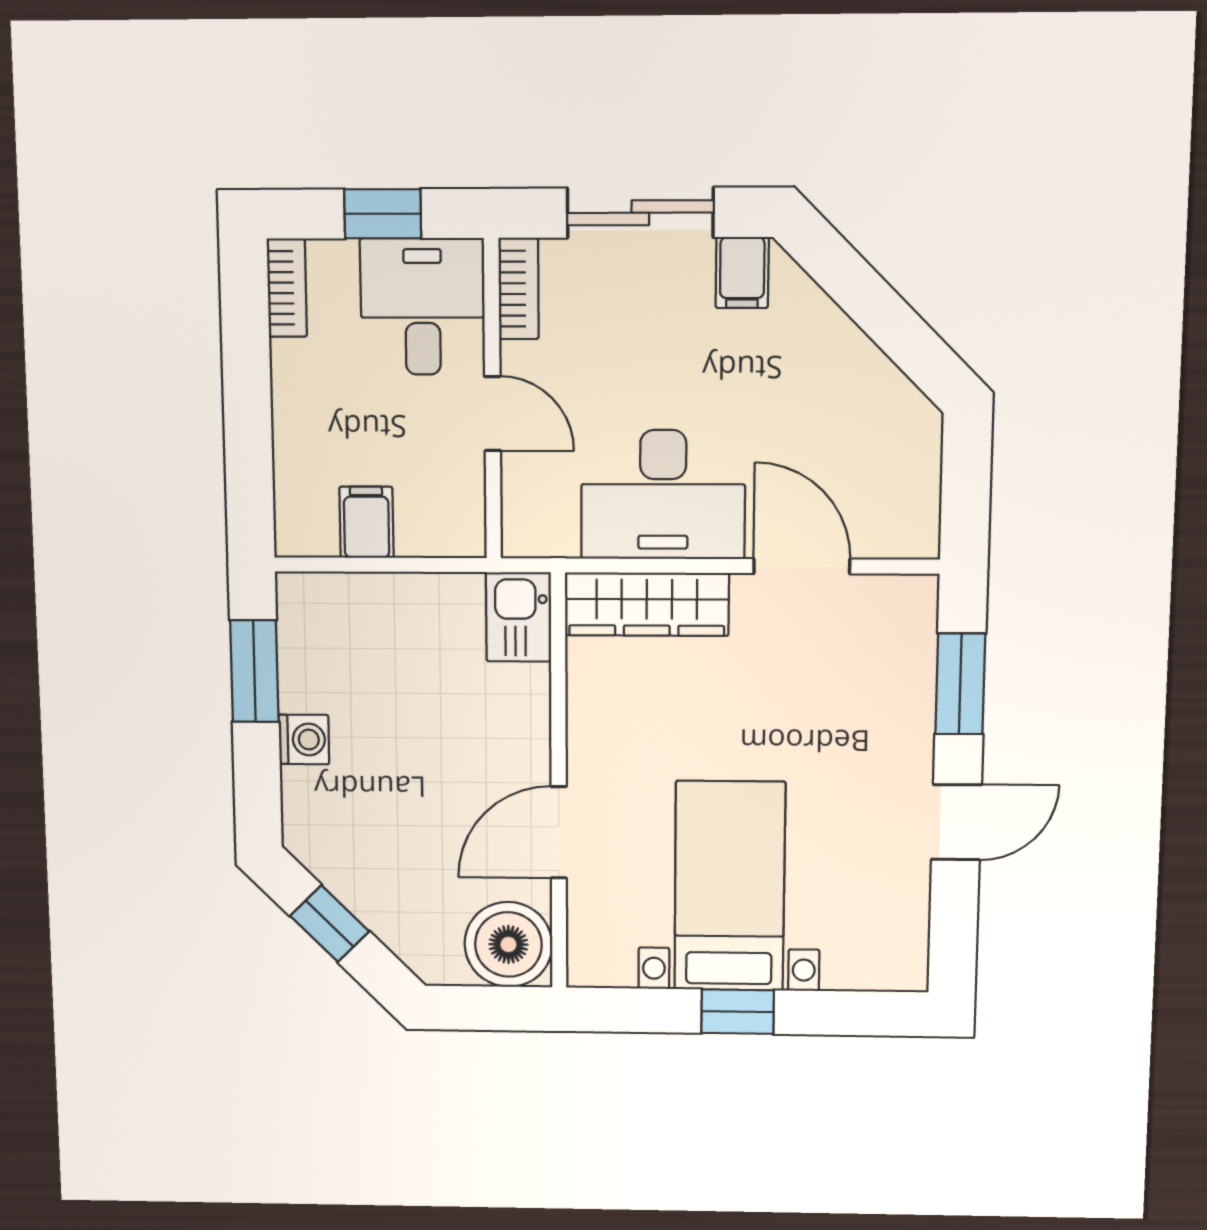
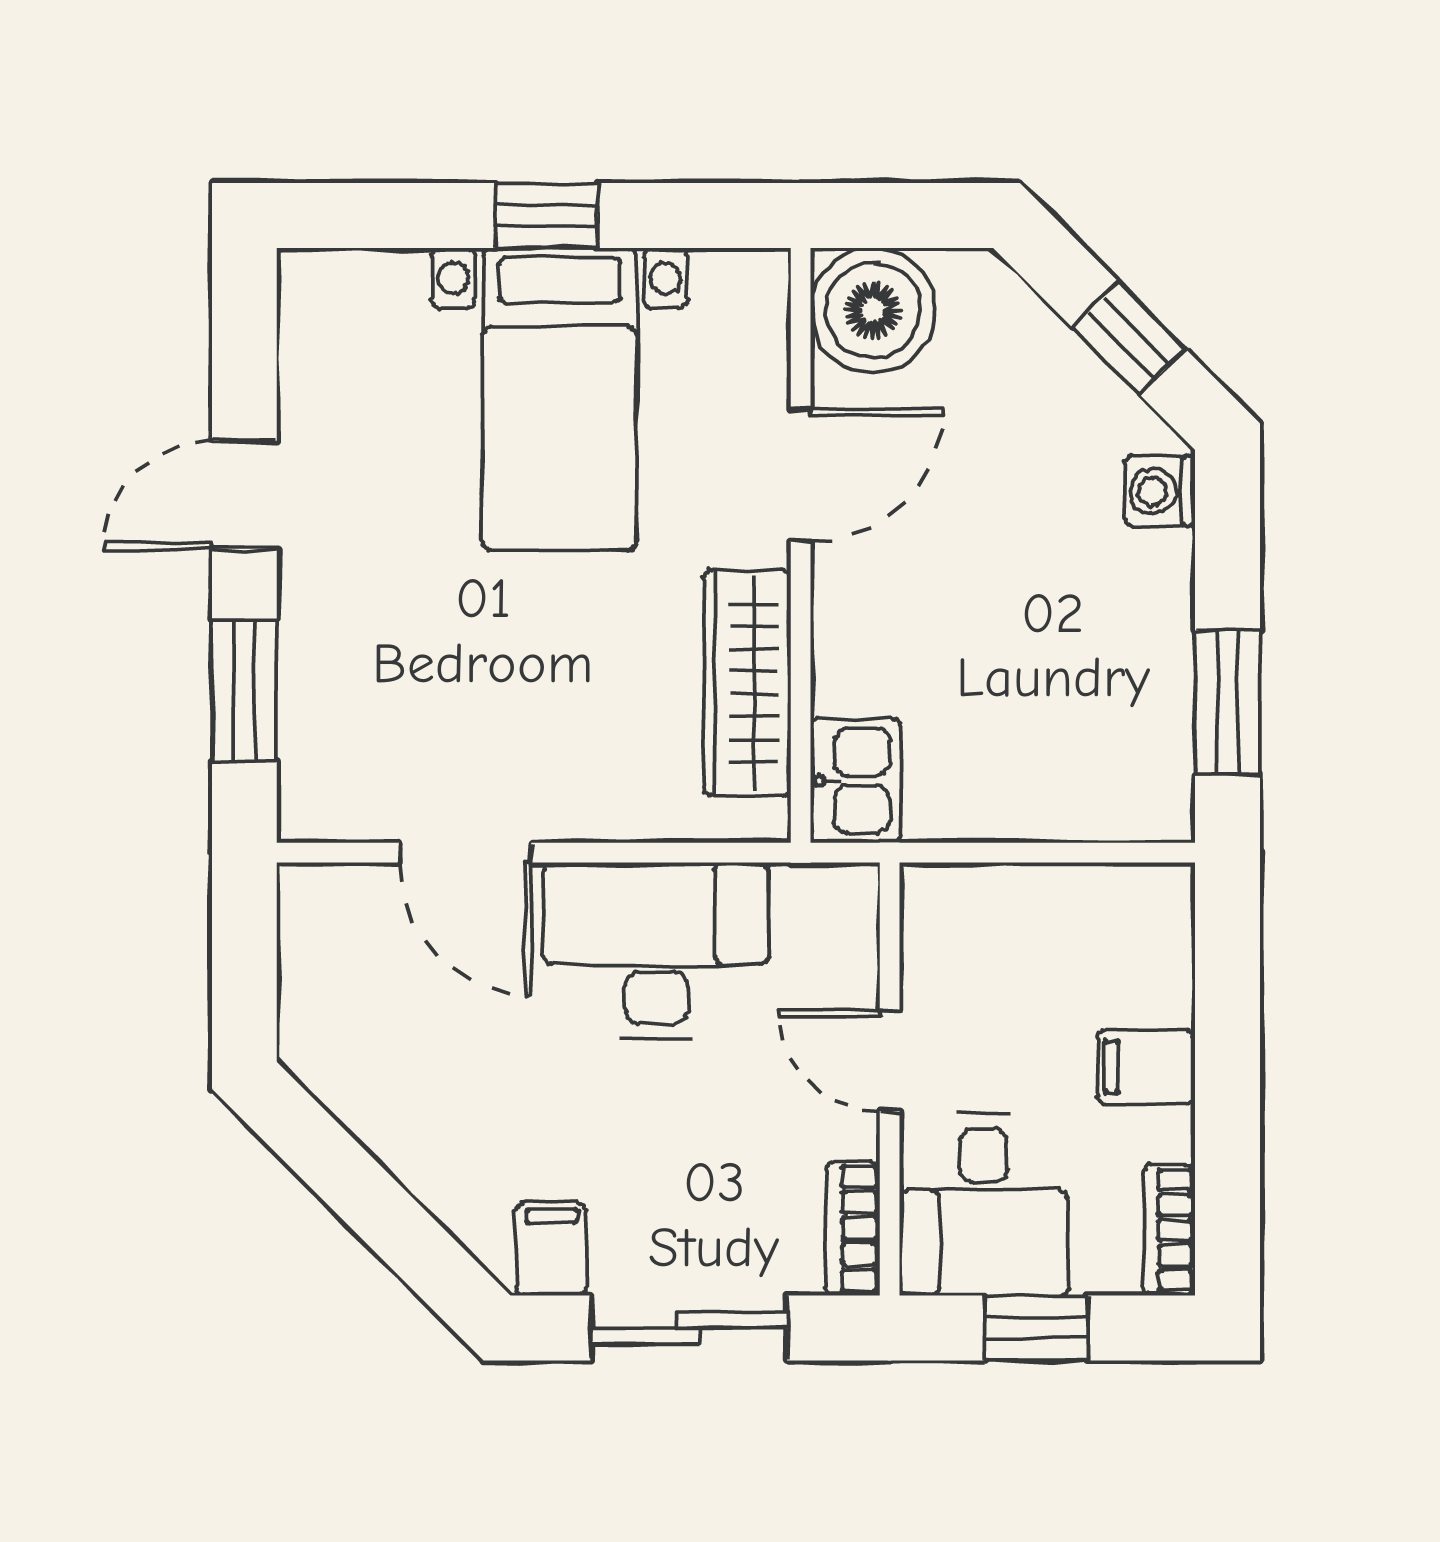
filing cabinet: (366, 522) -> (1146, 1067), moved, turned 90
wardrobe: (647, 604) -> (747, 683), moved, turned -90
washing machine: (304, 739) -> (1160, 491), moved

